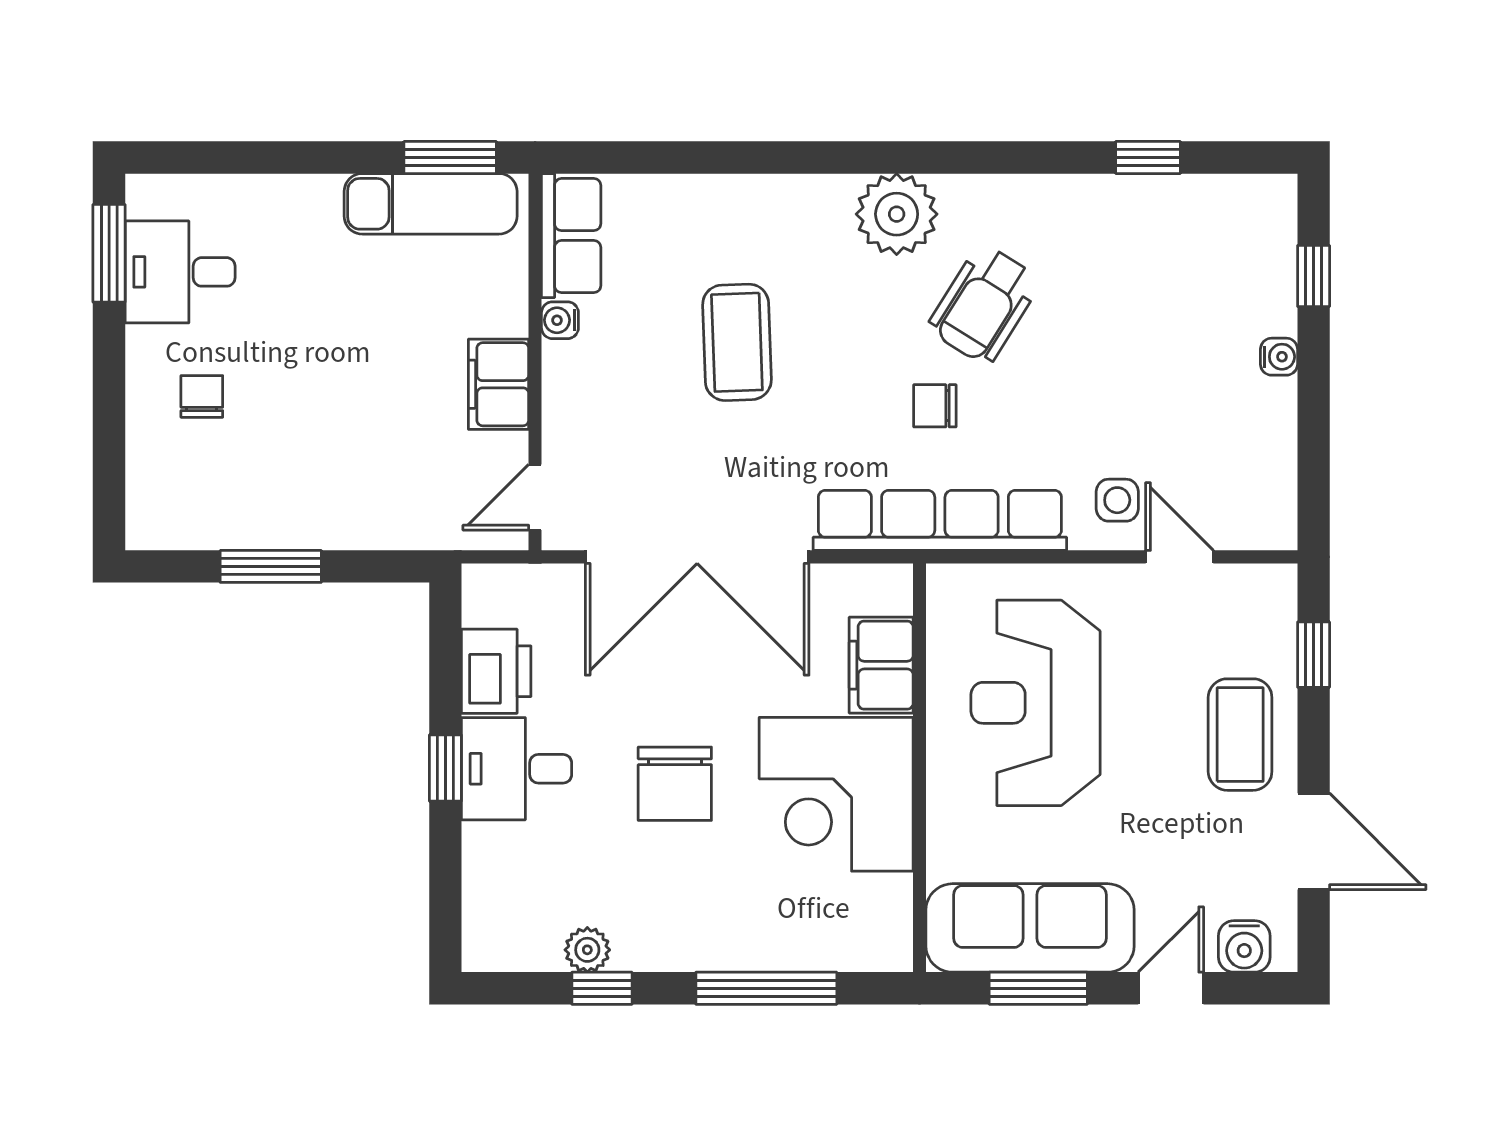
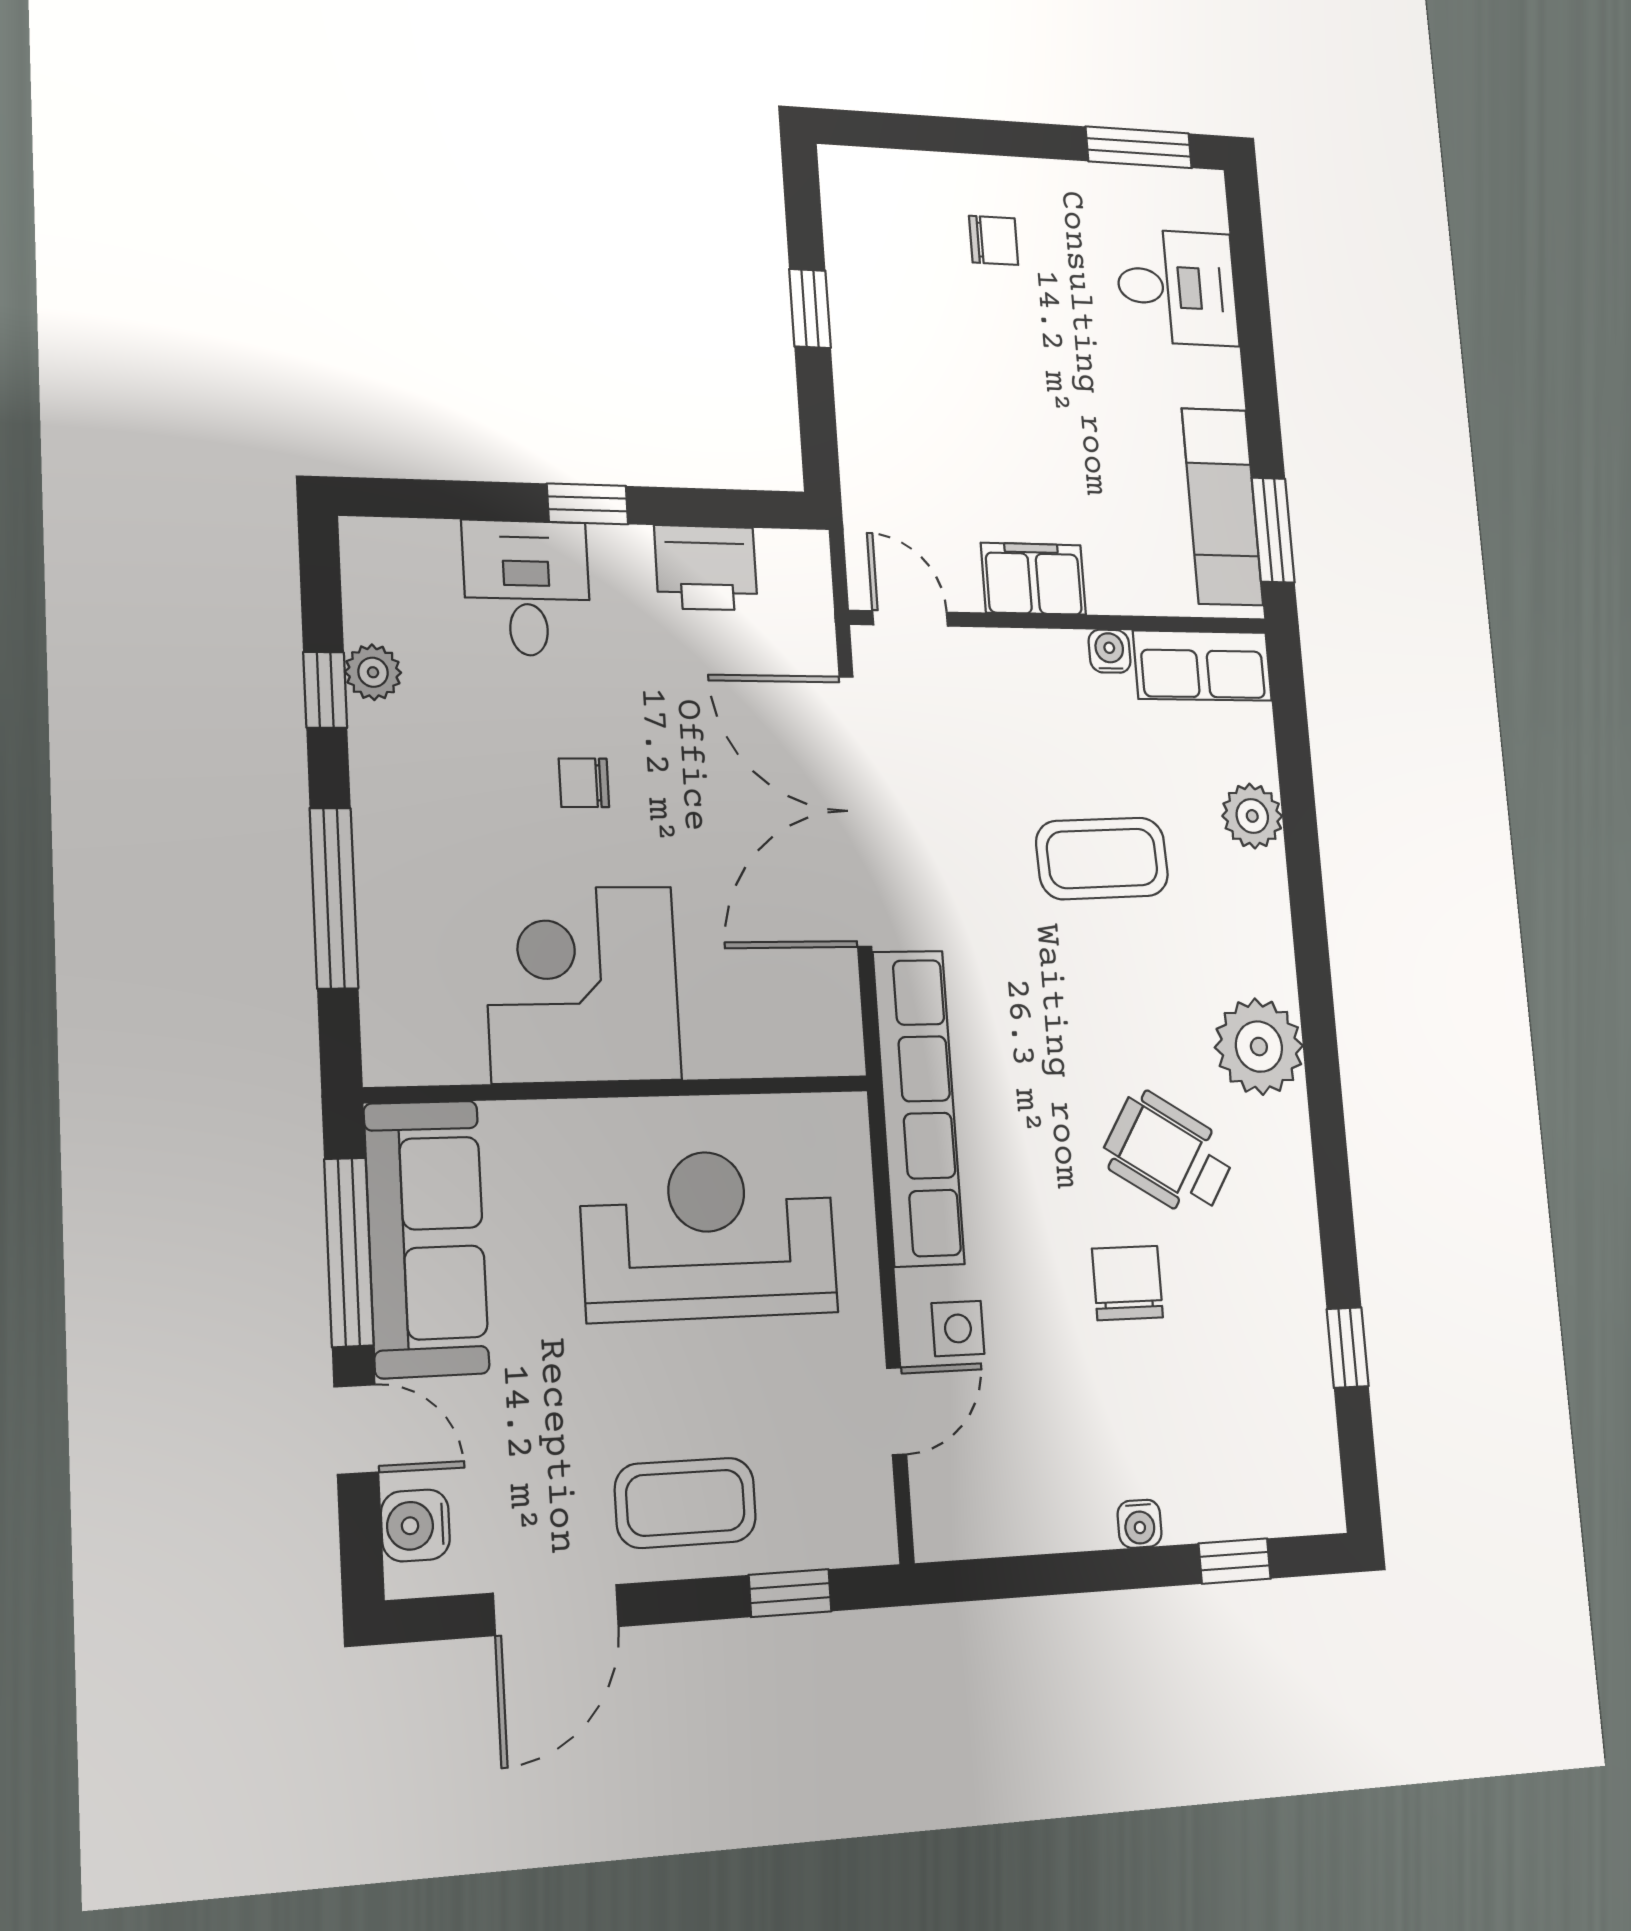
plant: (701, 201) -> (1252, 816), added
desk: (180, 272) -> (1177, 287), moved, turned 90
chair: (935, 406) -> (1127, 1283), moved, width x1.37, depth x1.37
window: (271, 566) -> (810, 308), width x0.67
filing cabinet: (881, 665) -> (742, 1038), removed
desk: (517, 769) -> (527, 588), moved
chair: (675, 784) -> (584, 783), width x0.54, depth x0.54
window: (1038, 988) -> (349, 1252), width x1.44

